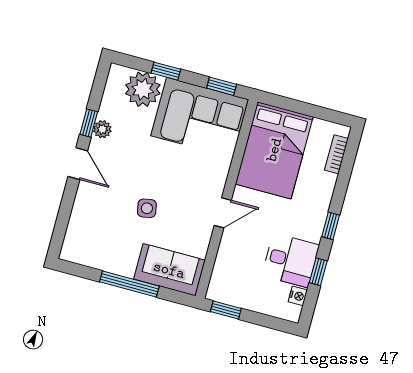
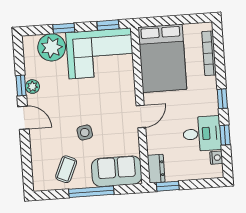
bookcase: (336, 154) -> (209, 53), width x1.56
coffee table: (108, 245) -> (66, 169), added
dresser: (219, 283) -> (156, 169), added

